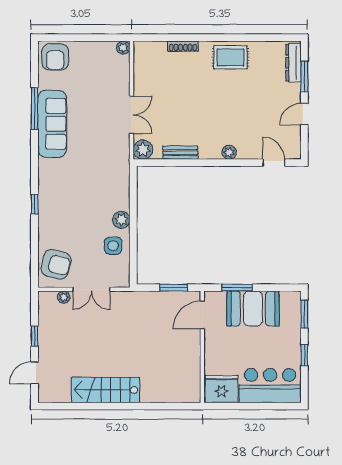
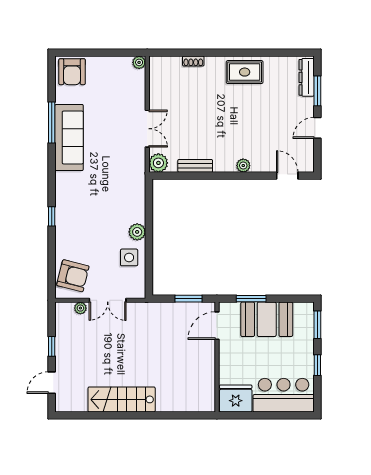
shoe rack: (183, 46) -> (193, 61), width x0.70

